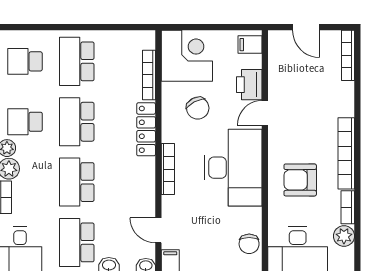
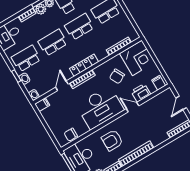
locker: (146, 129) -> (84, 65), moved
armchair: (300, 180) -> (112, 140), turned -90
door: (158, 230) -> (62, 86), moved

